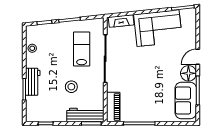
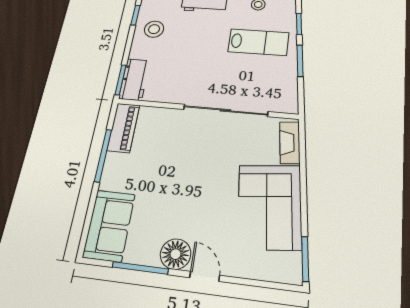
lab bench: (82, 49) -> (258, 42), moved
stool: (71, 87) -> (154, 29), moved
sofa: (186, 100) -> (109, 226), moved, turned 90
piano: (113, 107) -> (123, 128), moved, turned -90
workbench: (85, 115) -> (134, 80), width x0.73

